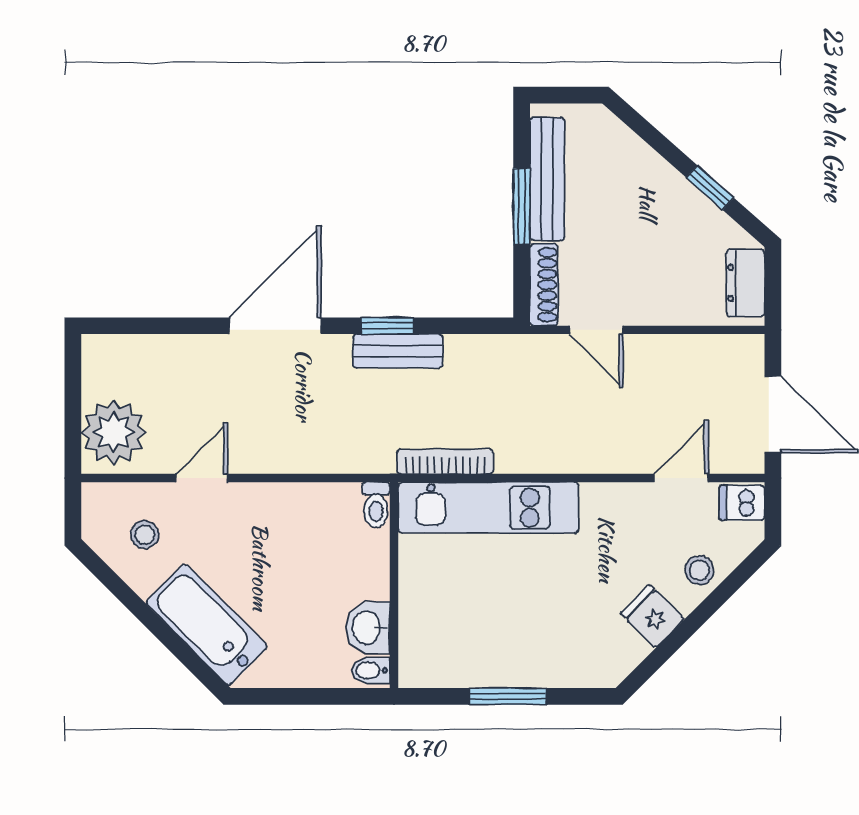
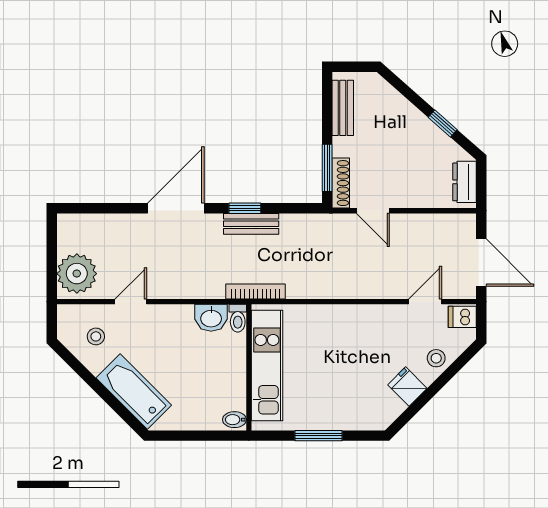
bench: (547, 179) -> (343, 108), width x0.73
window: (522, 206) -> (327, 168), moved
bookcase: (445, 462) -> (256, 292), moved
kitchen unit: (488, 508) -> (267, 365), moved, turned -90
washbasin: (368, 628) -> (211, 318), moved, turned -90

